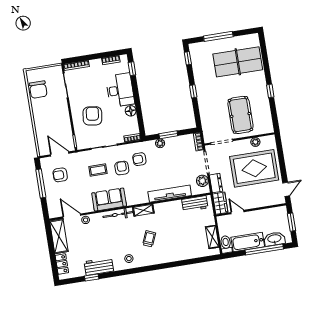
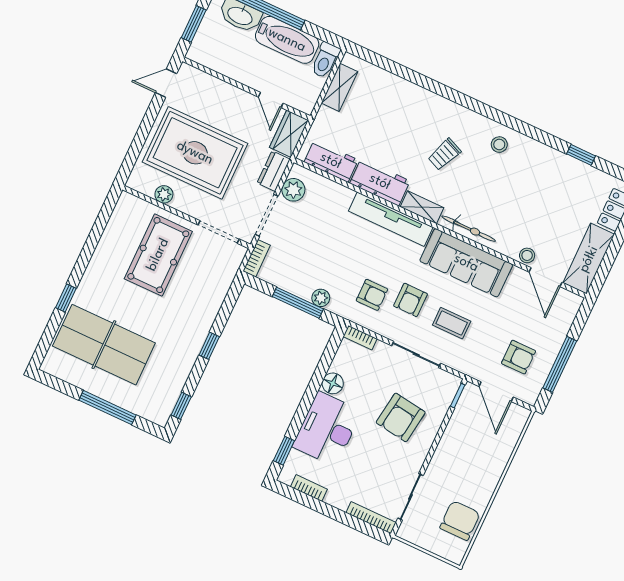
window: (270, 91) -> (66, 298), moved
window: (168, 135) -> (298, 303), width x1.44
tv unit: (170, 194) -> (391, 219), moved
sofa: (109, 200) -> (466, 263), width x1.36
workbench: (99, 266) -> (380, 182), moved, turned 180

